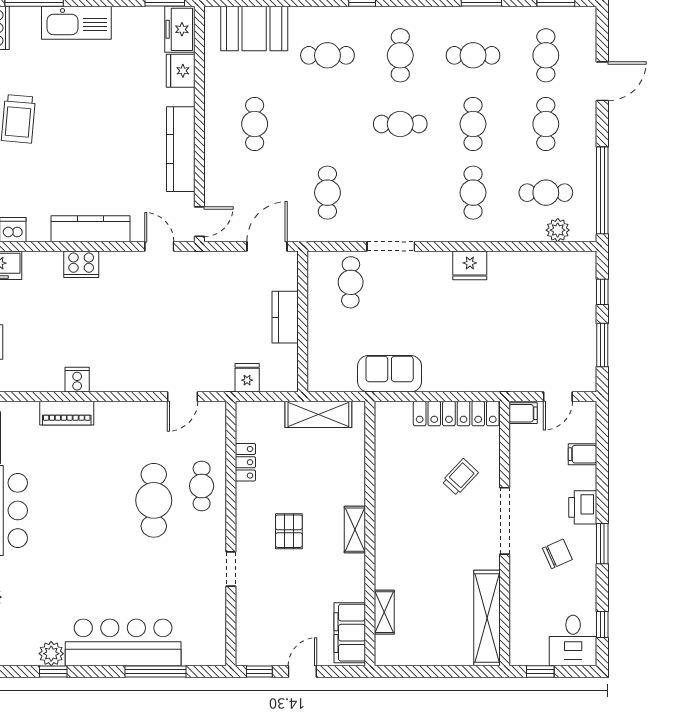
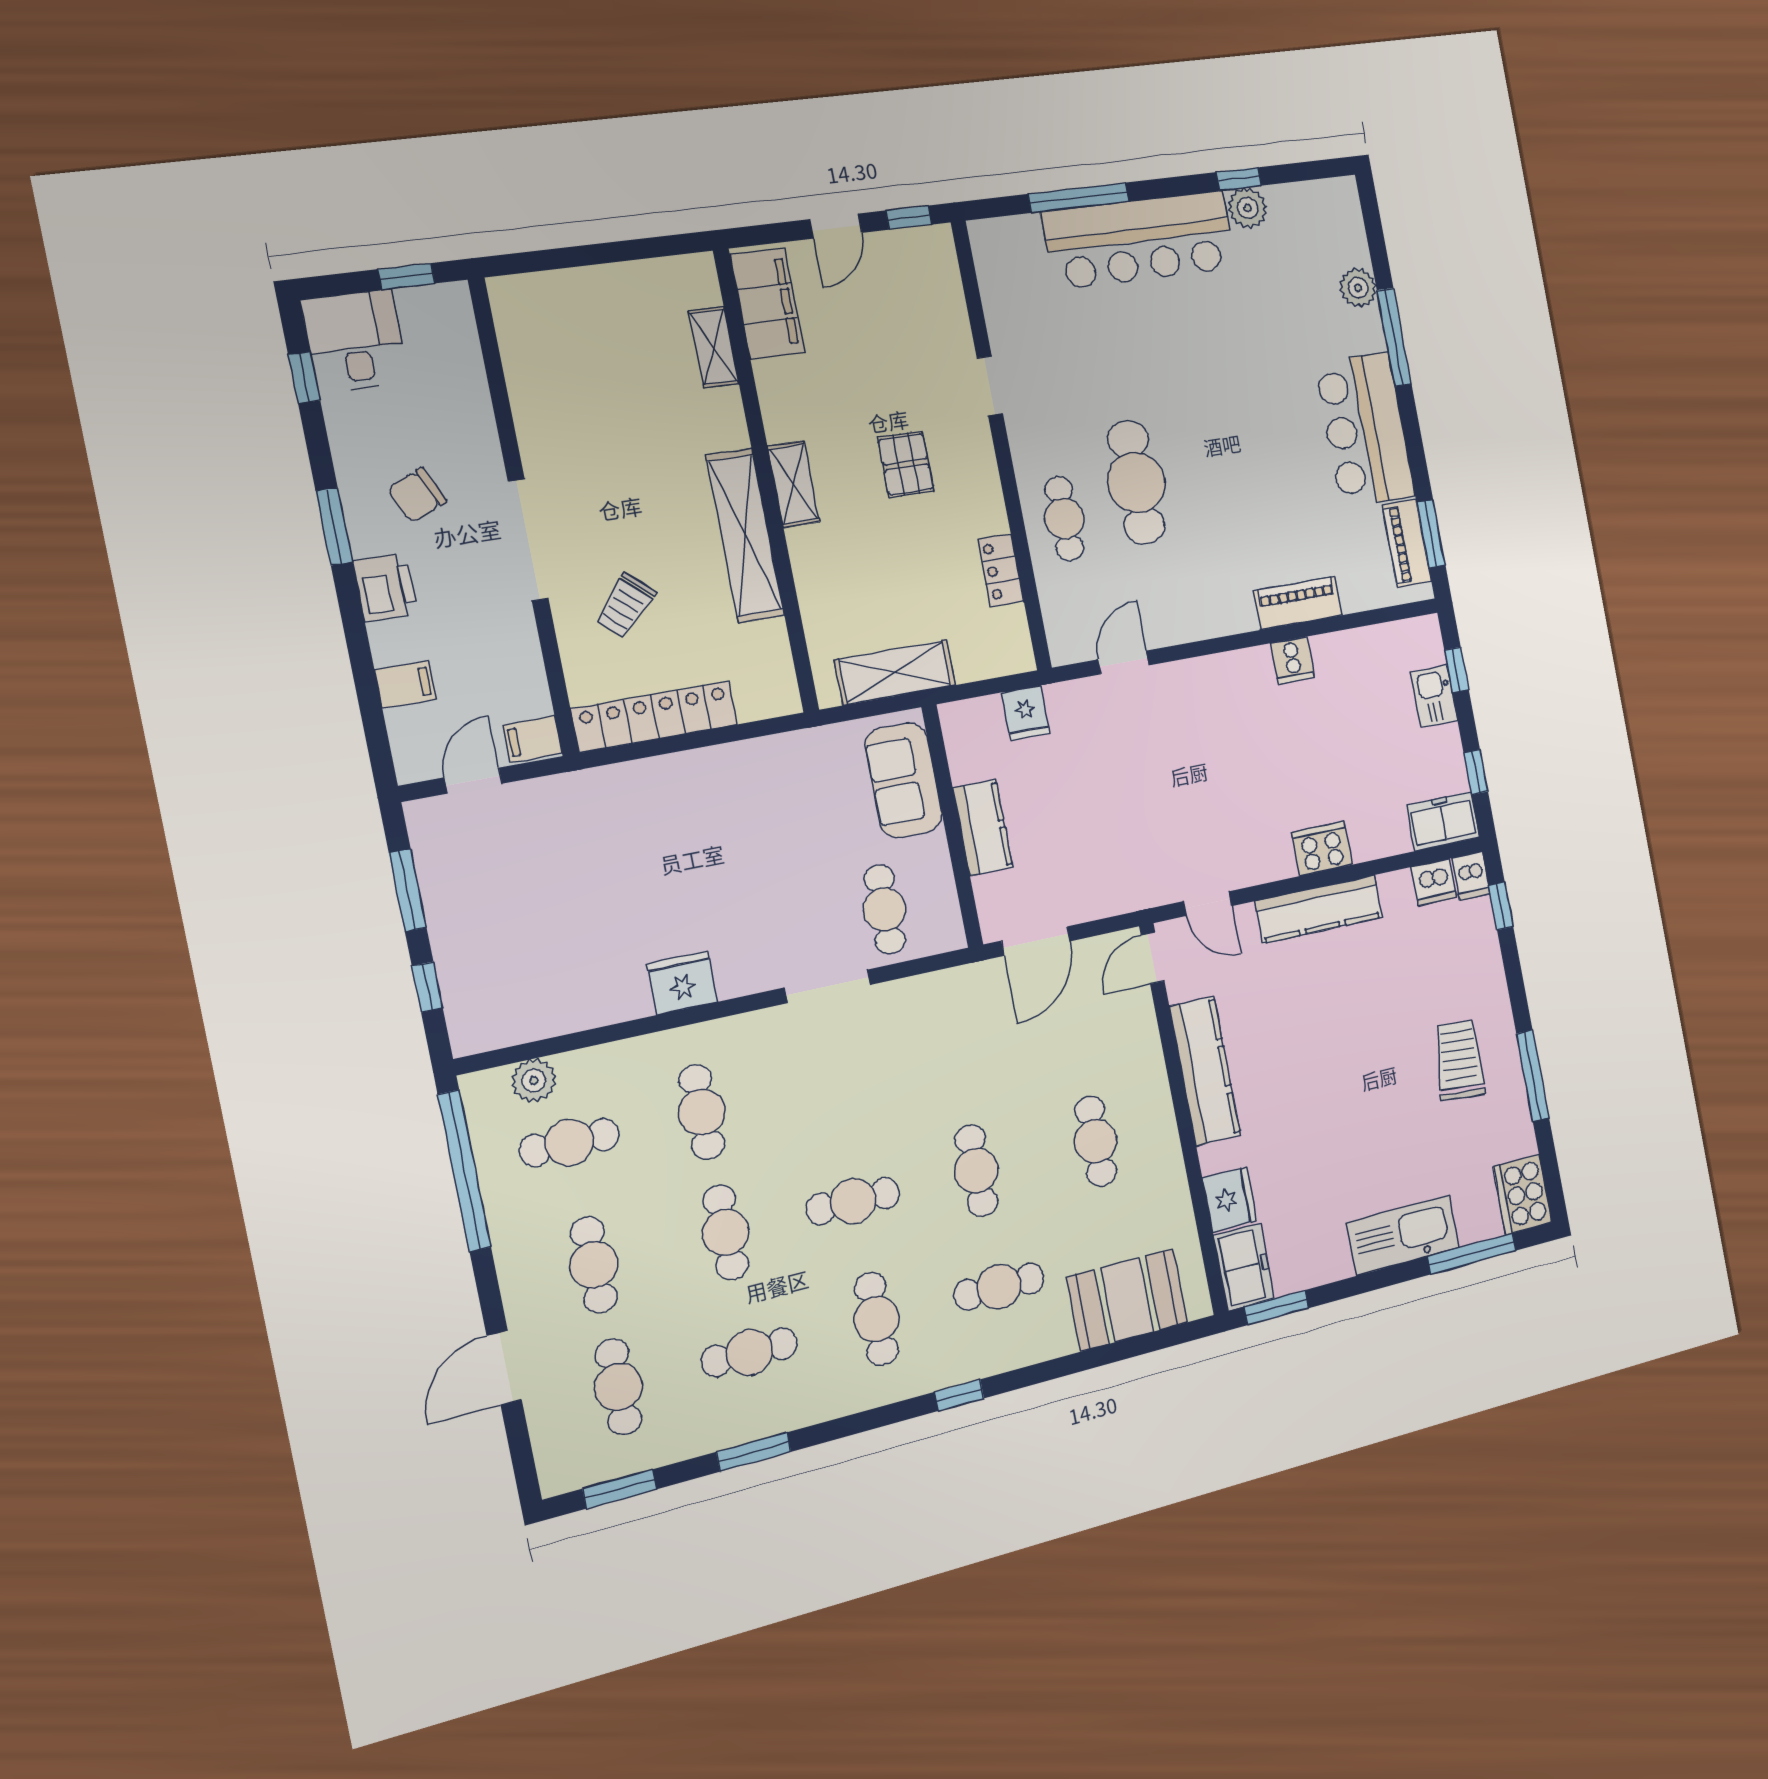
cafe table: (327, 193) -> (976, 1171), moved
sofa: (390, 374) -> (903, 780), moved, turned 90
shelving: (487, 618) -> (745, 536), moved

